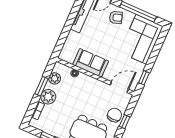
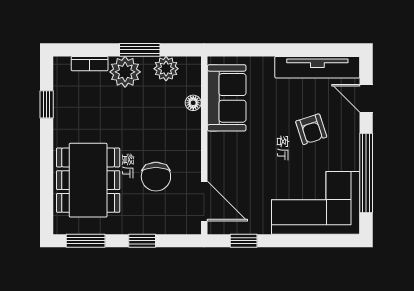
armchair: (116, 17) -> (311, 129), moved
sofa: (91, 63) -> (227, 98), moved
chair: (114, 115) -> (156, 177), moved, turned 90

